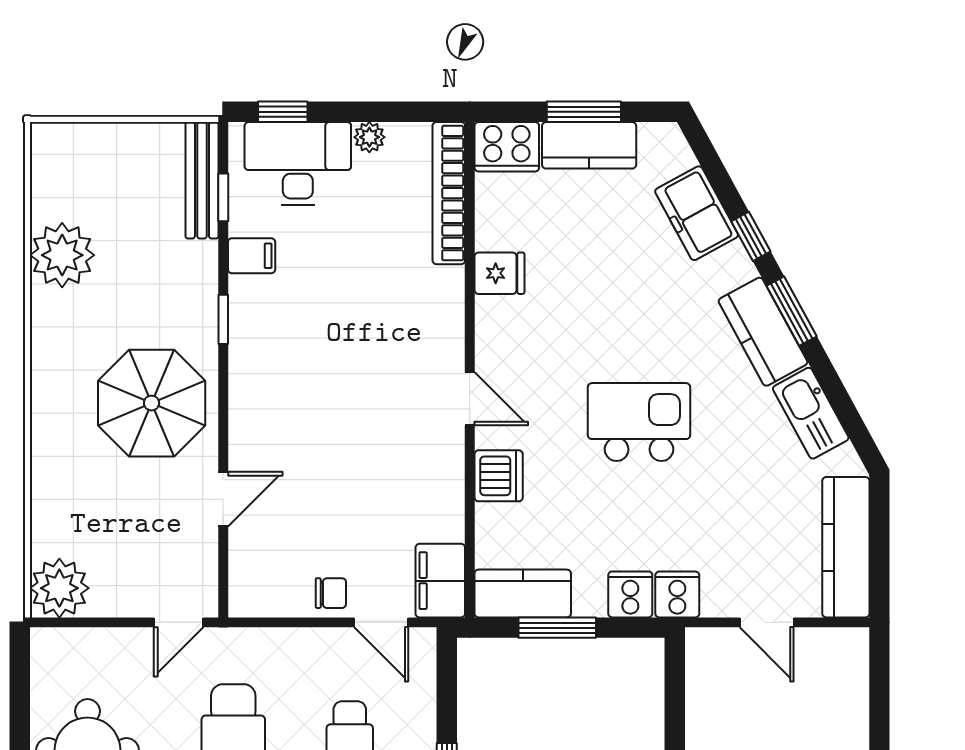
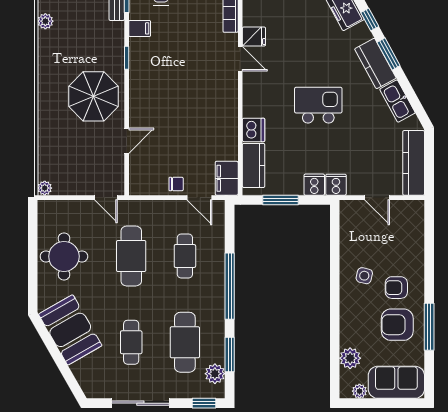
plant: (62, 255) -> (45, 21), width x0.53, depth x0.53
door: (470, 399) -> (240, 59), moved
plant: (59, 588) -> (45, 188), width x0.53, depth x0.53
kitchen counter: (523, 593) -> (254, 165), moved, turned 90
door: (179, 622) -> (106, 198), hinge flipped

